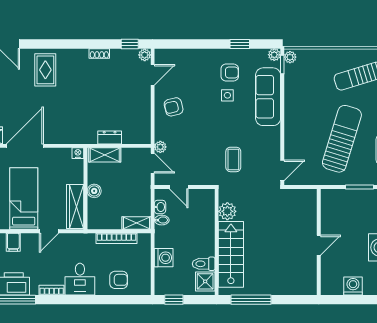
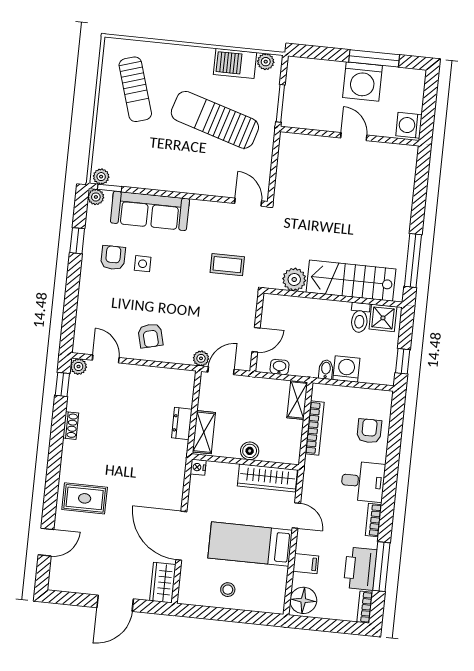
bidet: (162, 220) -> (326, 369), moved
wall: (319, 242) -> (350, 136), moved
door: (319, 245) -> (354, 137), moved

